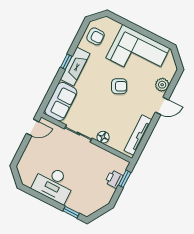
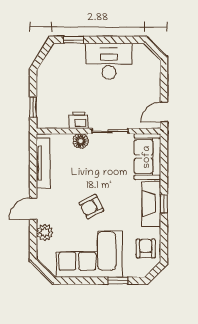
window: (127, 24) -> (118, 281), added
armchair: (96, 36) -> (146, 248), turned 90
printer: (114, 179) -> (79, 120), moved, turned -90

